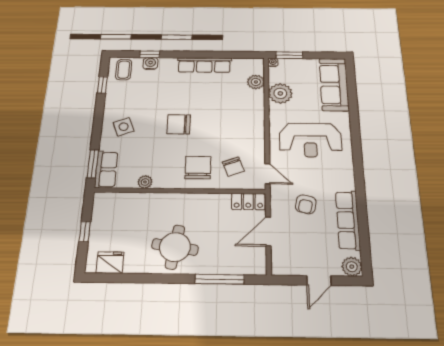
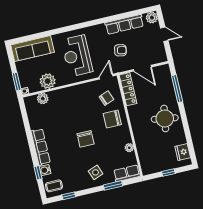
row of seats: (204, 65) -> (41, 147), moved
reception desk: (310, 140) -> (77, 56), turned 180
window: (93, 164) -> (113, 185), moved
locker: (248, 201) -> (128, 89), width x1.53

